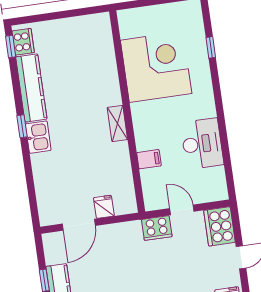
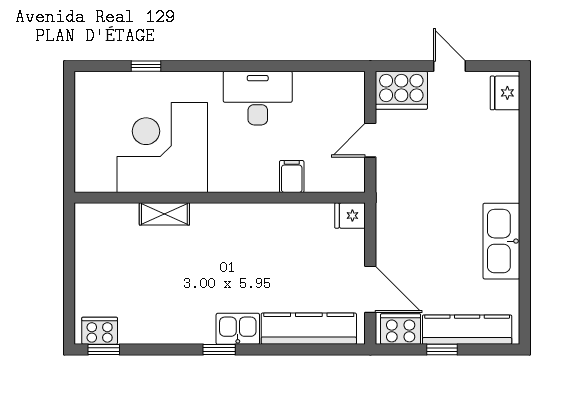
kitchen counter: (31, 88) -> (309, 329), moved
shelving: (117, 124) -> (164, 214), moved
desk: (202, 144) -> (258, 98), moved
fridge: (104, 207) -> (350, 216), moved
cooker: (157, 228) -> (401, 329), moved, turned -90

